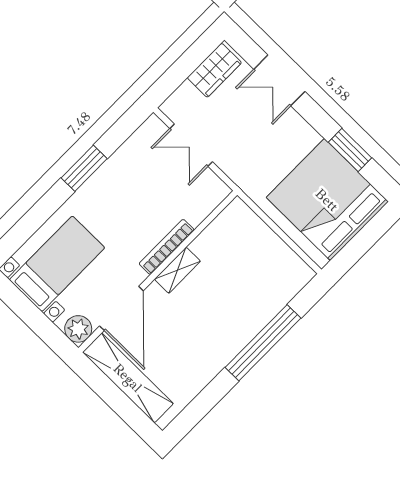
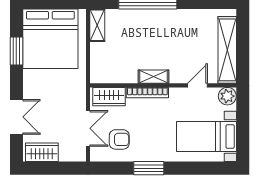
armchair: (146, 167) -> (119, 139), added
wardrobe: (203, 201) -> (109, 97), added
shelving: (292, 264) -> (97, 25), added
door: (121, 308) -> (197, 85), width x0.53

